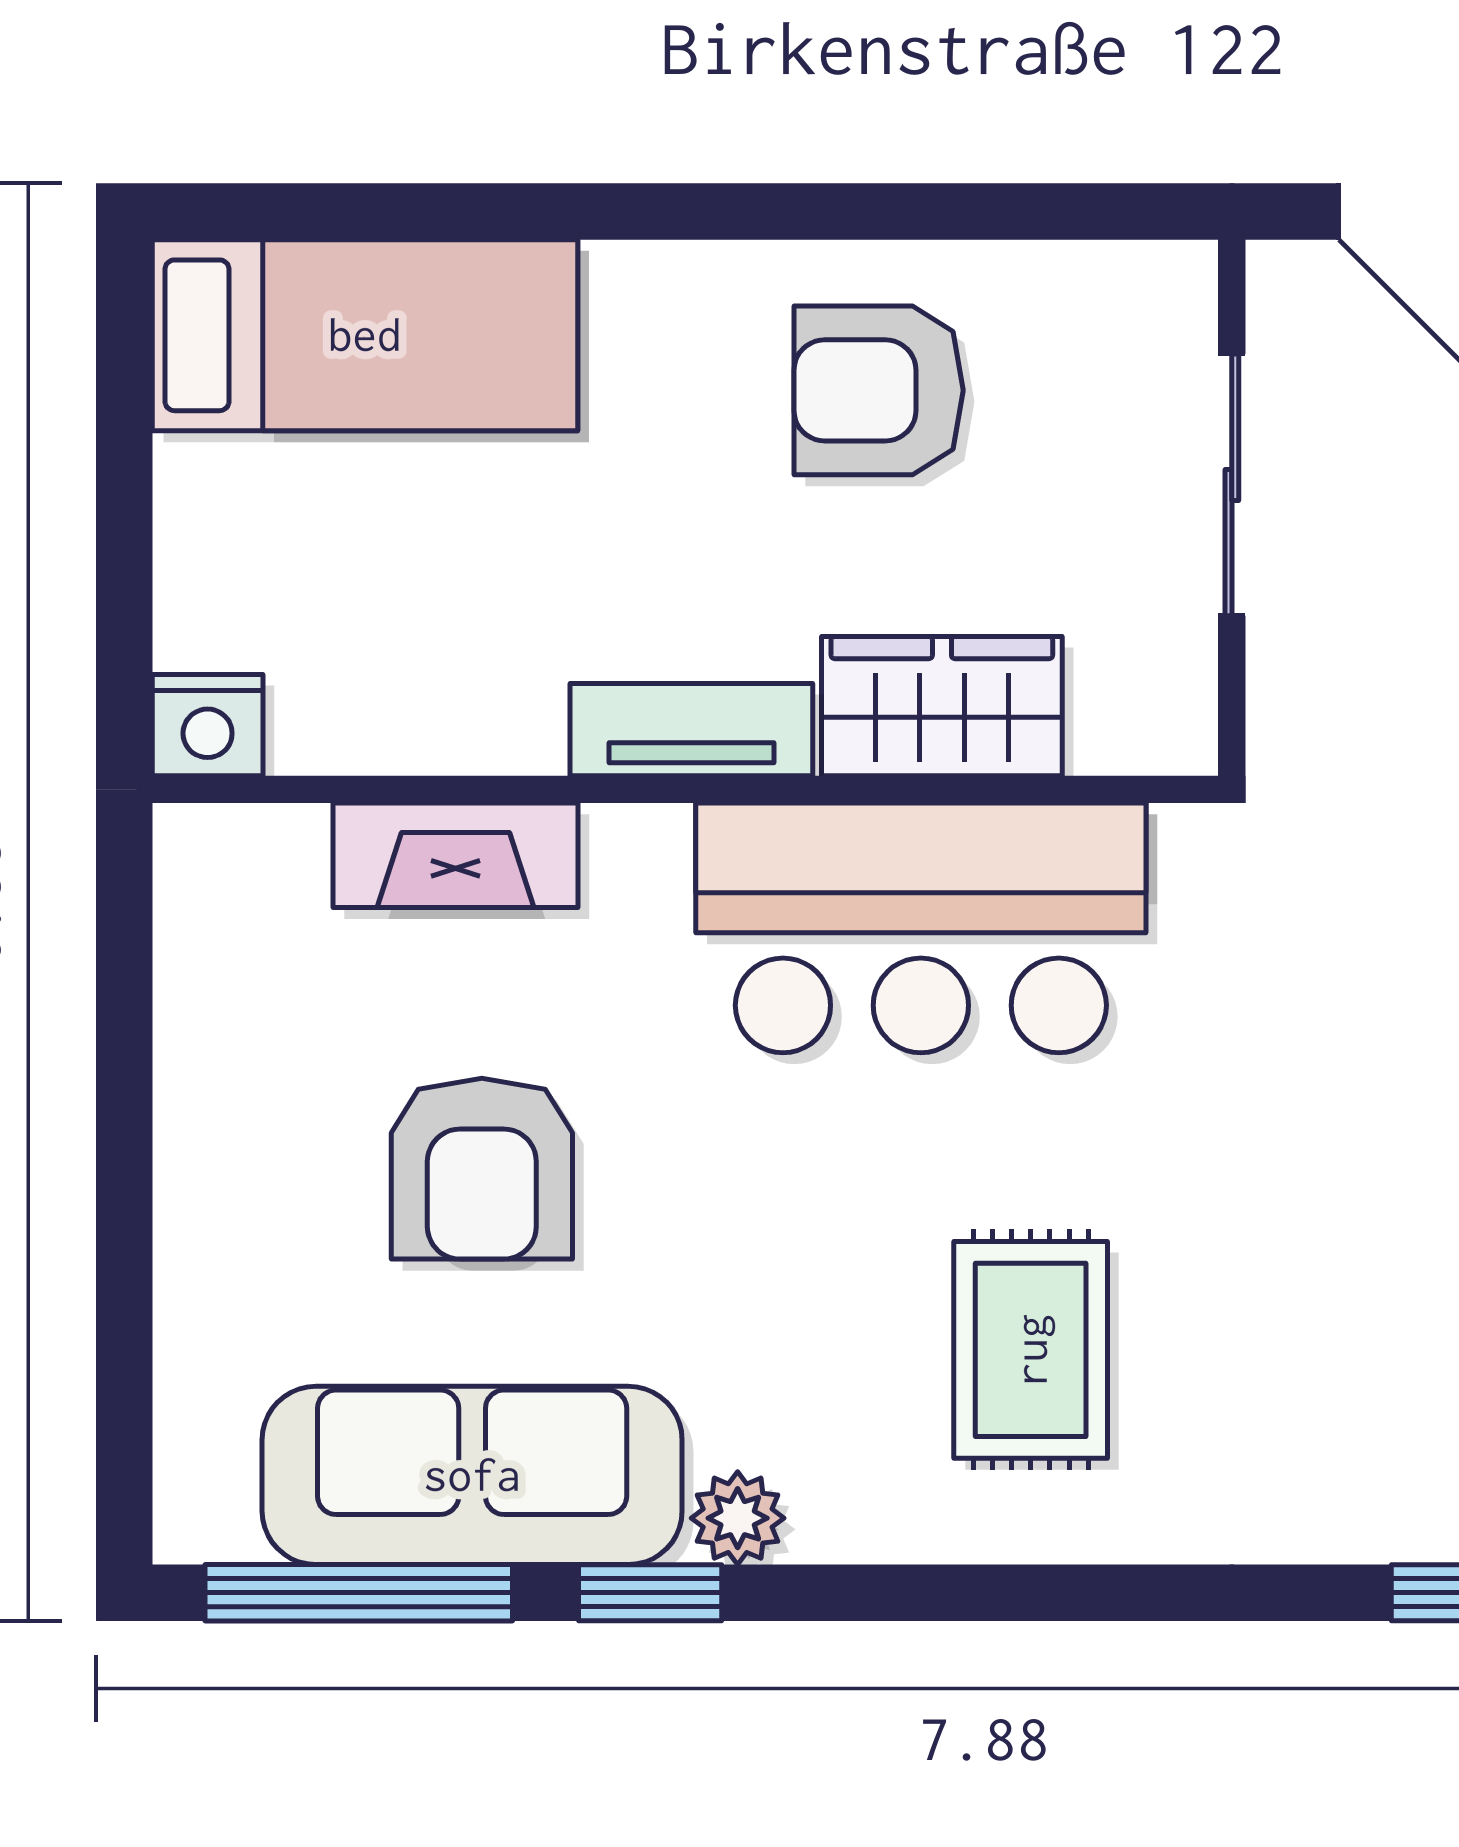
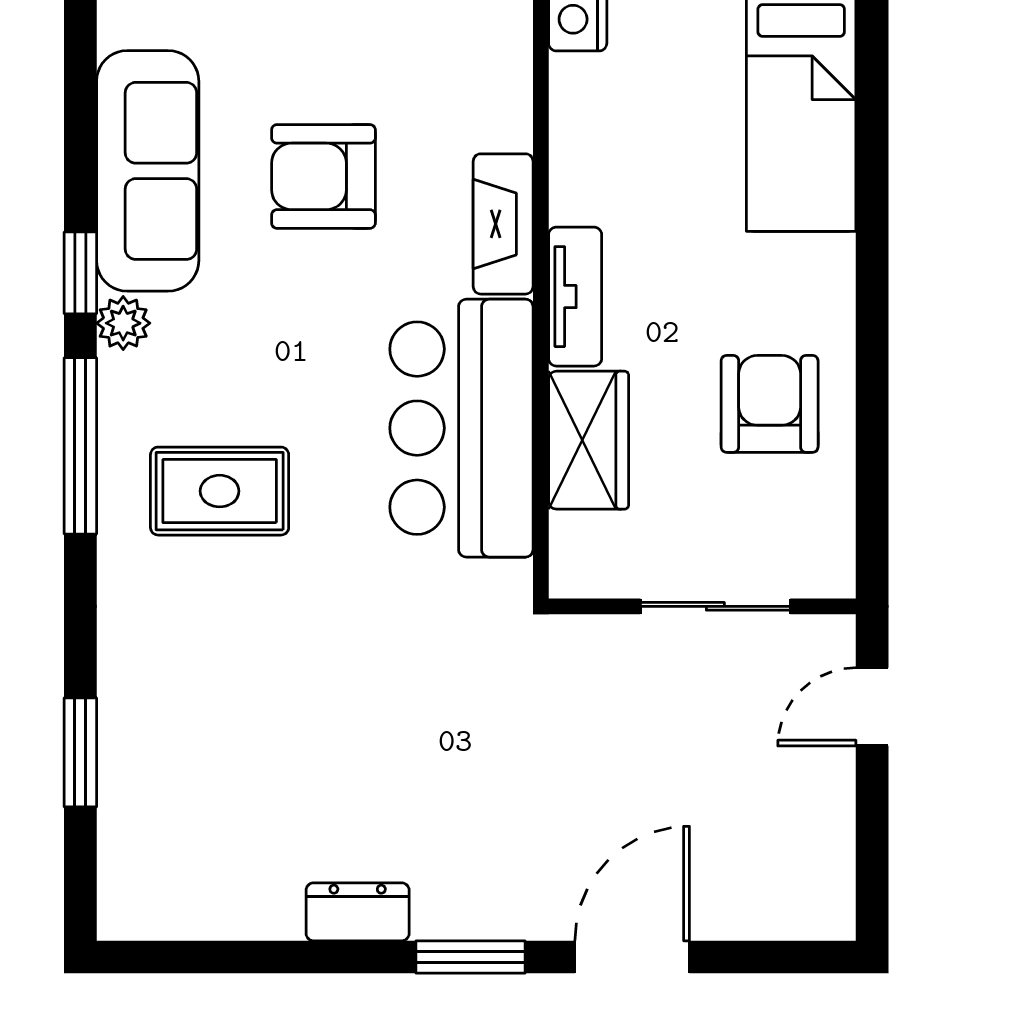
fireplace: (456, 855) -> (503, 224), moved
window: (359, 1593) -> (80, 446), moved

